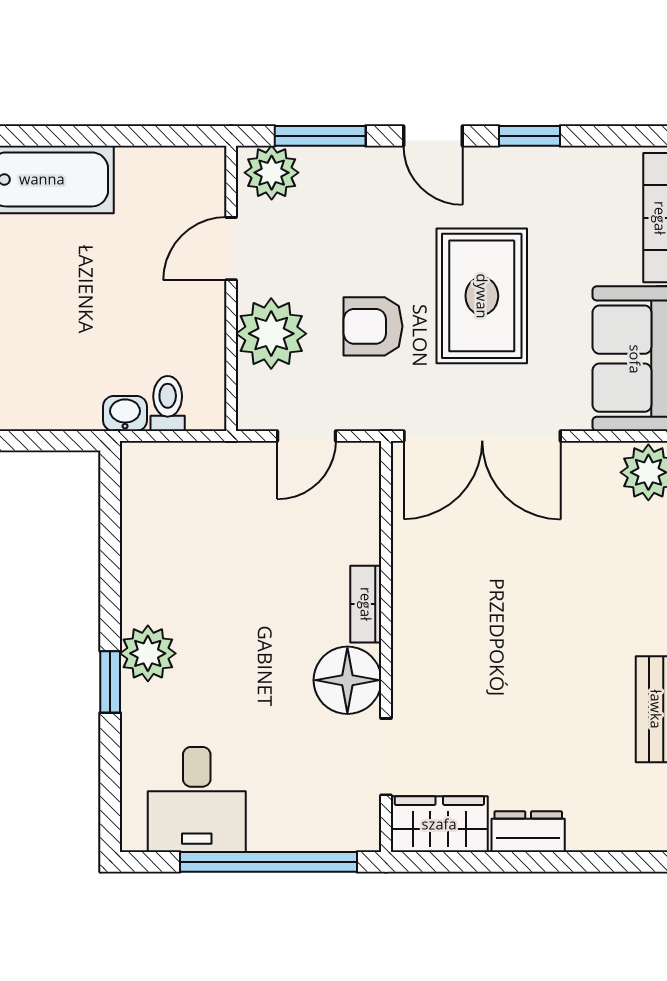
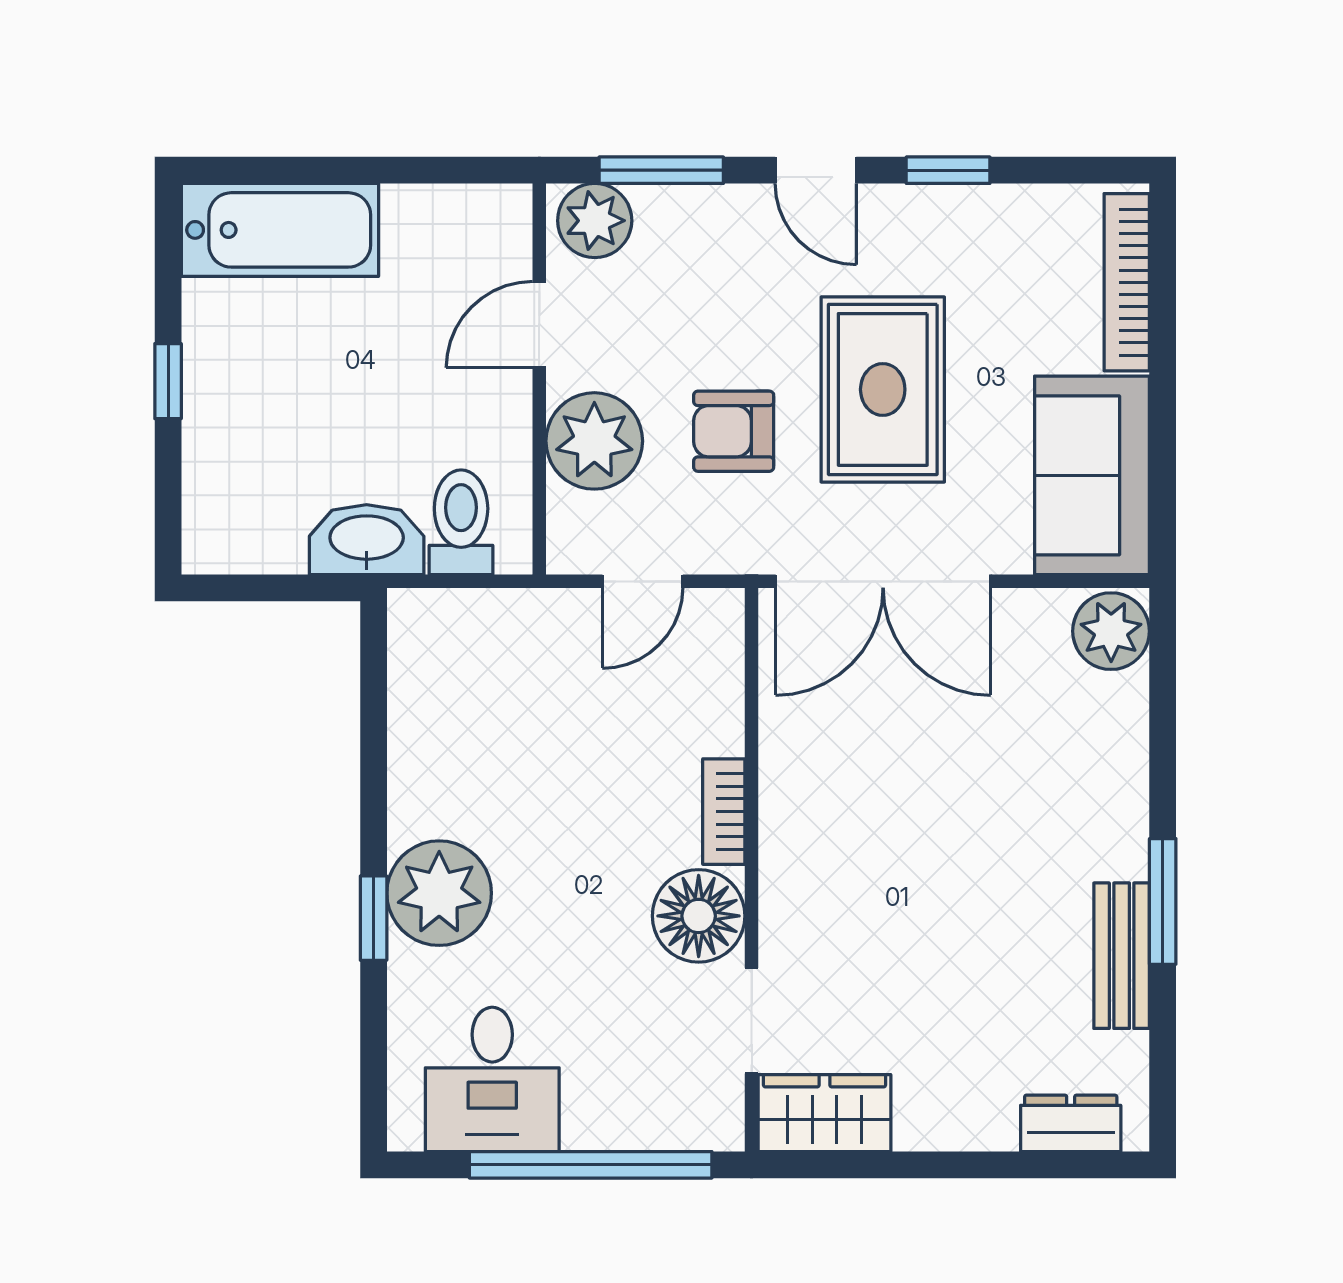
toilet: (168, 404) -> (461, 522), width x1.37, depth x1.39
washbasin: (125, 413) -> (367, 540), width x1.91, depth x1.45
plant: (148, 653) -> (439, 893), width x1.36, depth x1.36
dresser: (528, 832) -> (1071, 1123), moved

